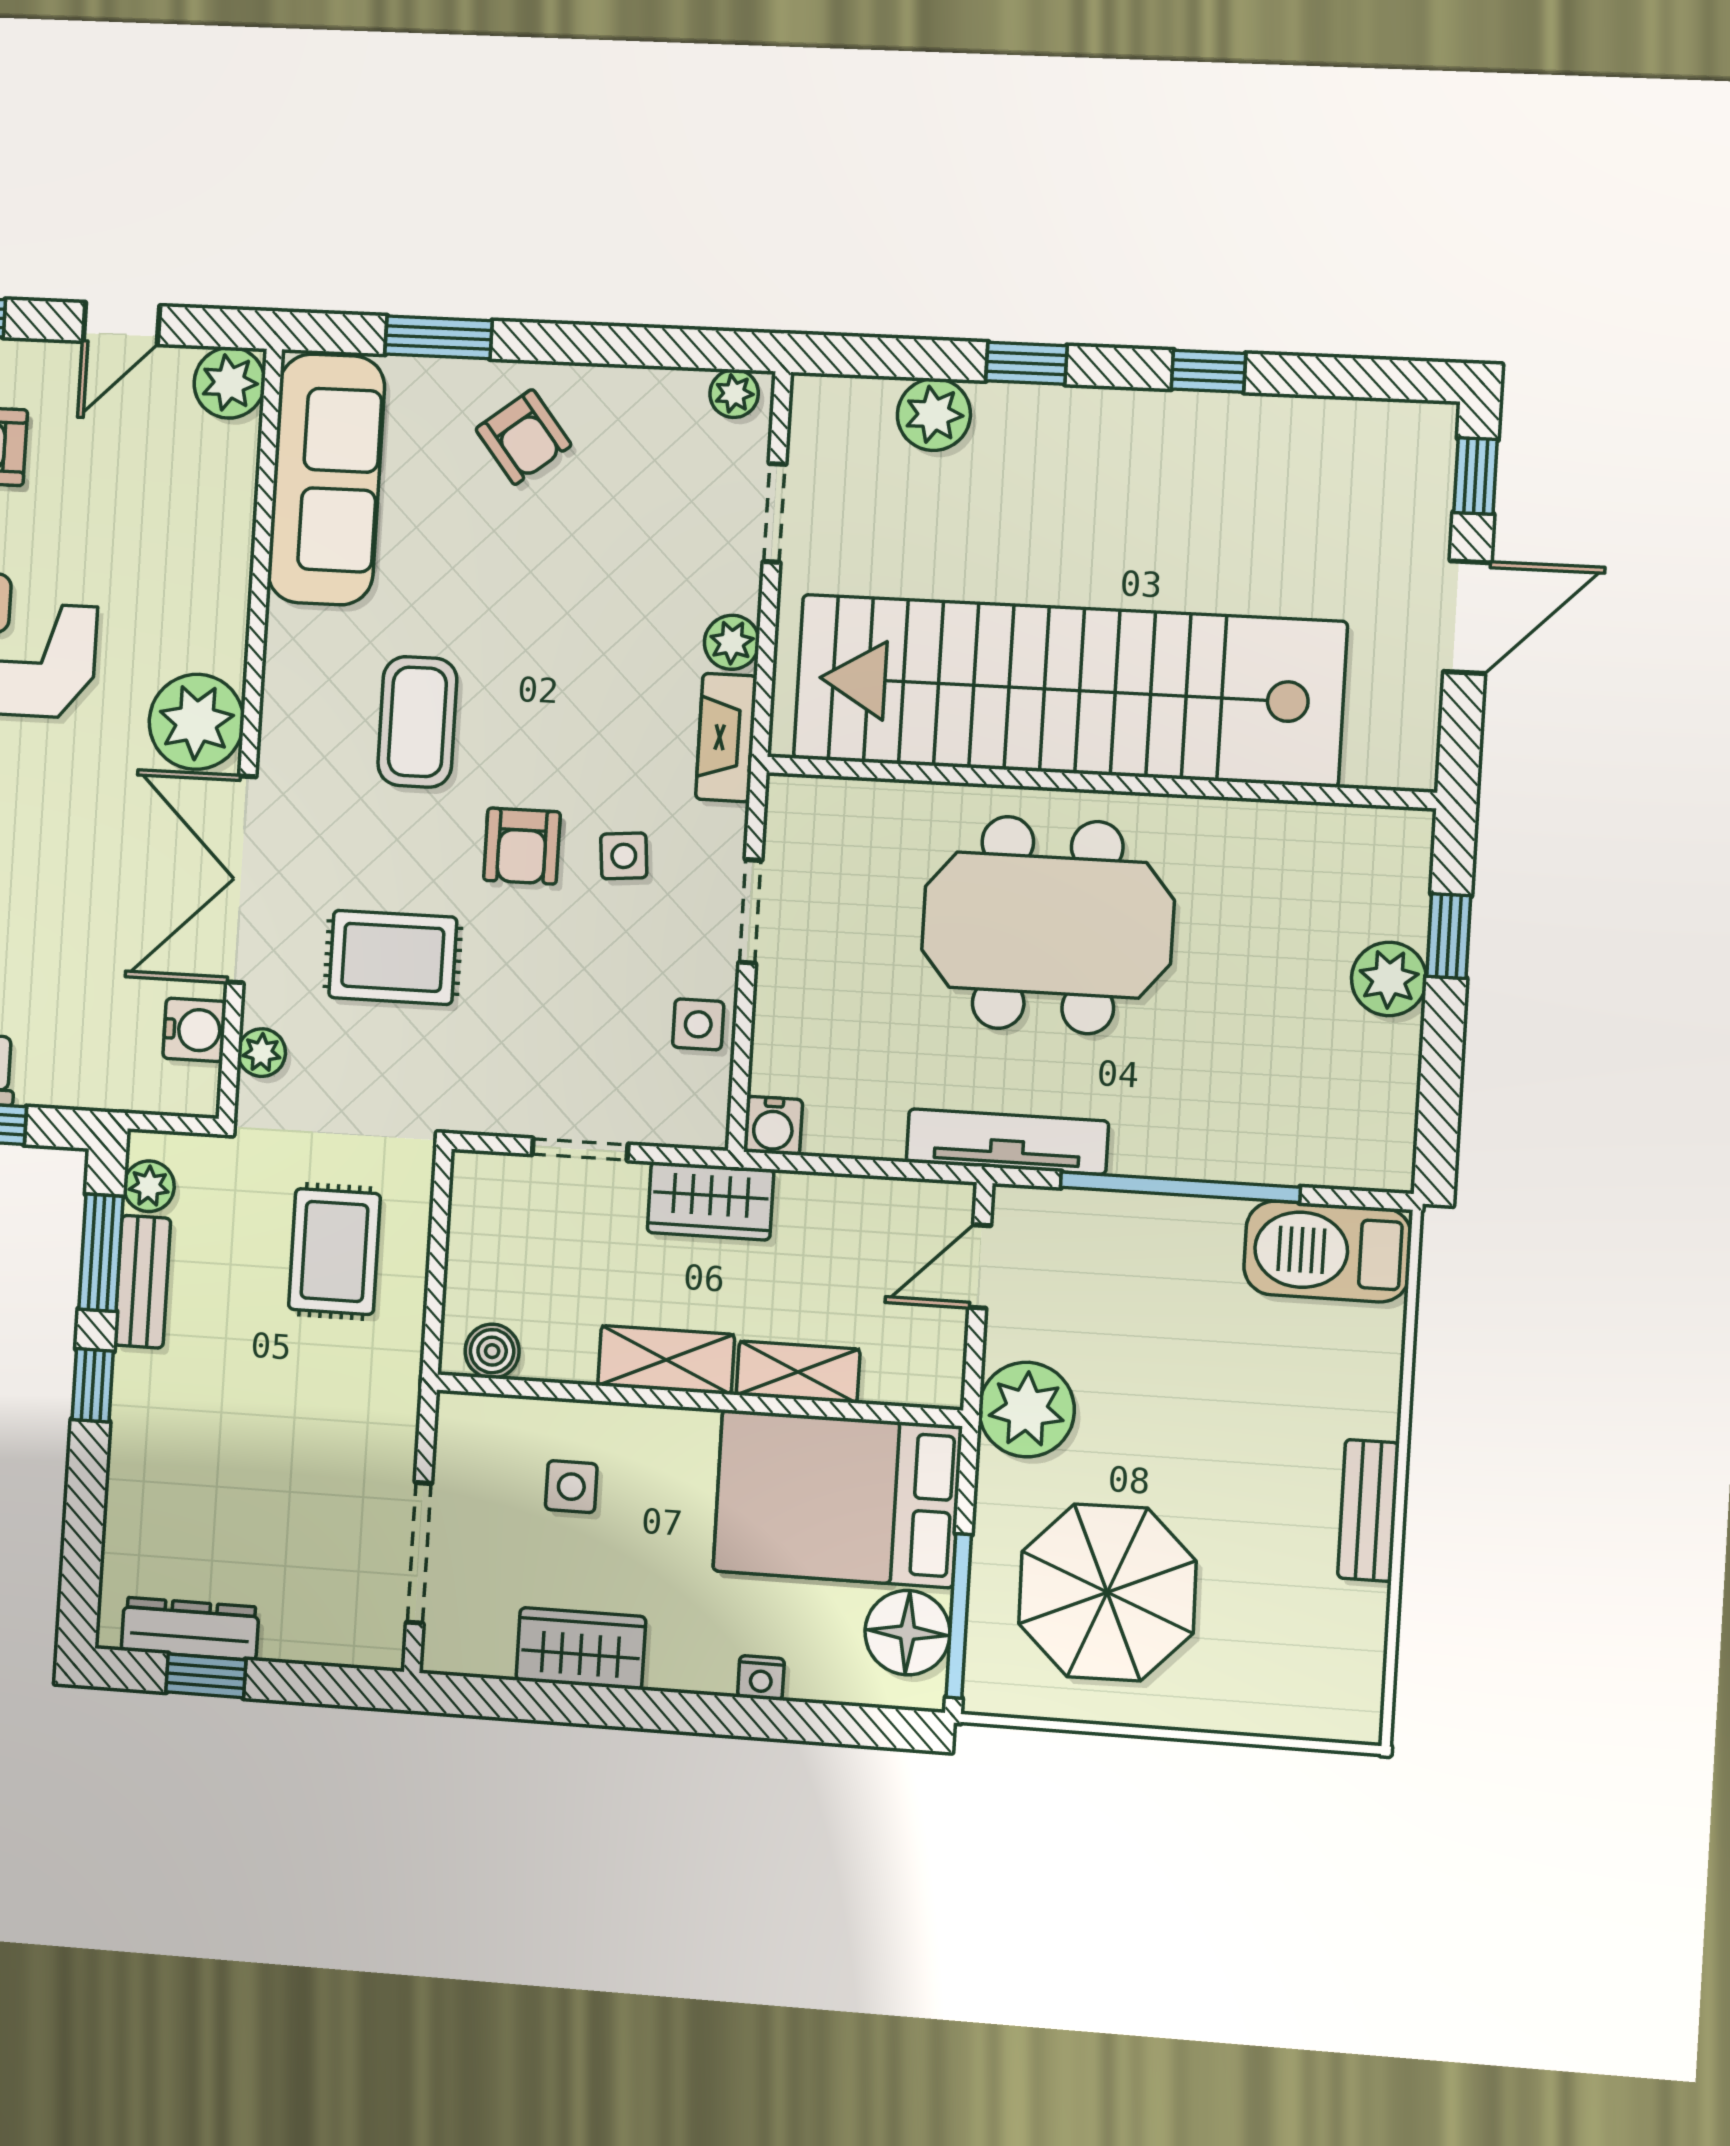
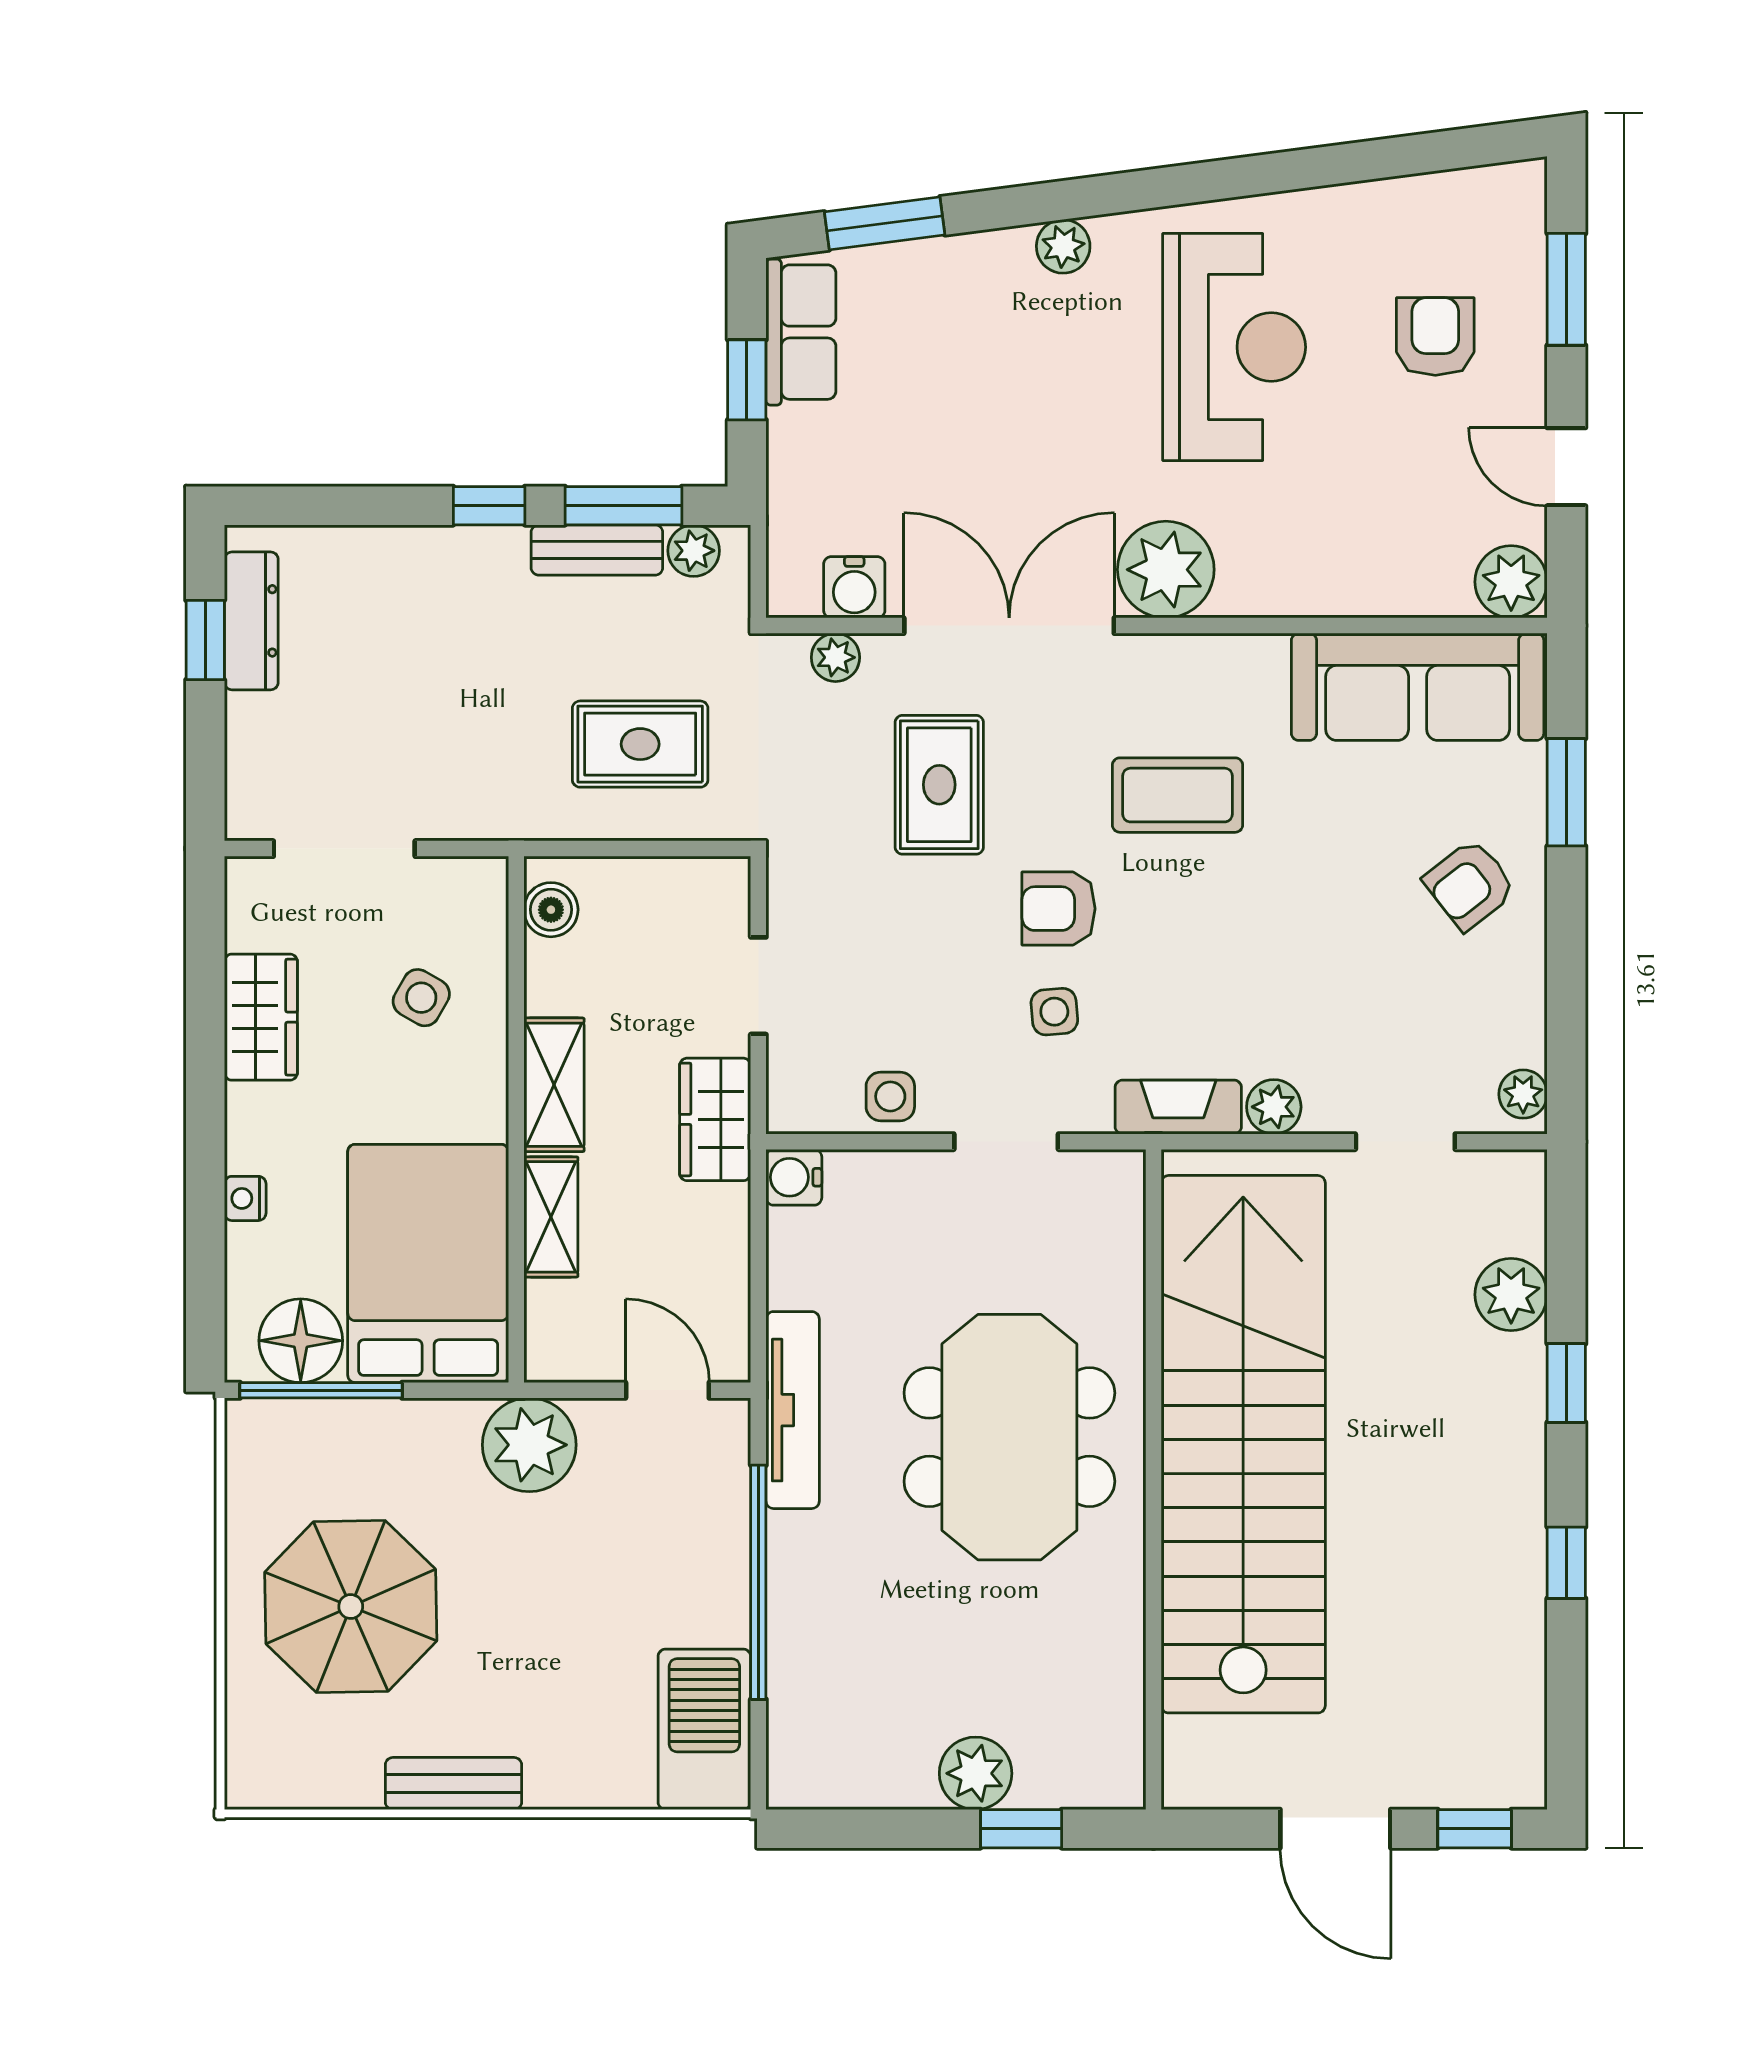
side table: (571, 1487) -> (421, 998), turned 30
parasol: (1107, 1592) -> (351, 1607), moved

